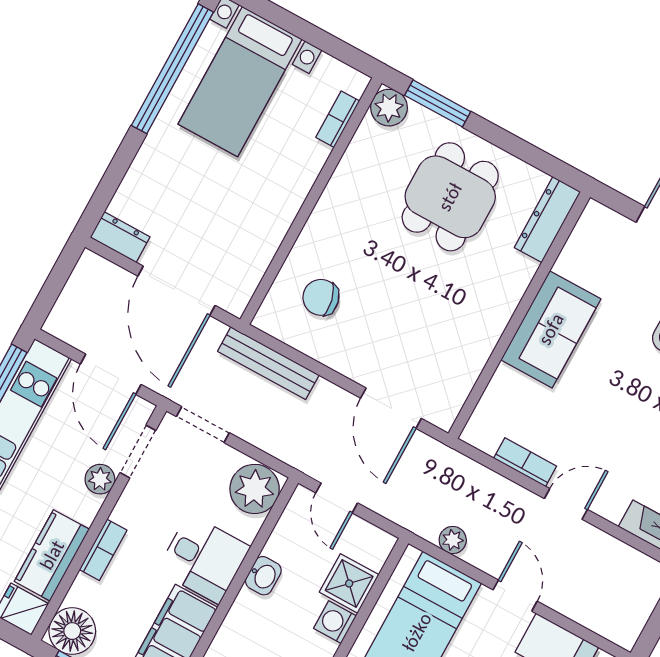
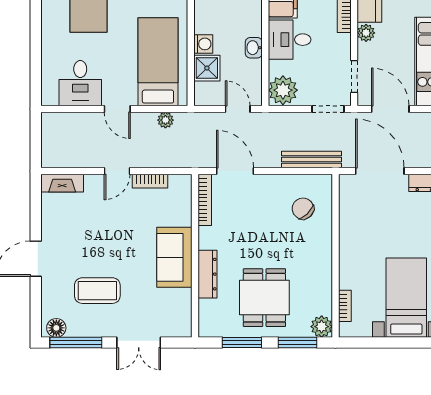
window: (520, 148) -> (242, 343), added
dresser: (547, 220) -> (207, 274), moved
chair: (321, 297) -> (303, 209), turned -121
bookcase: (459, 390) -> (205, 200), added
plant: (100, 479) -> (366, 33), moved

